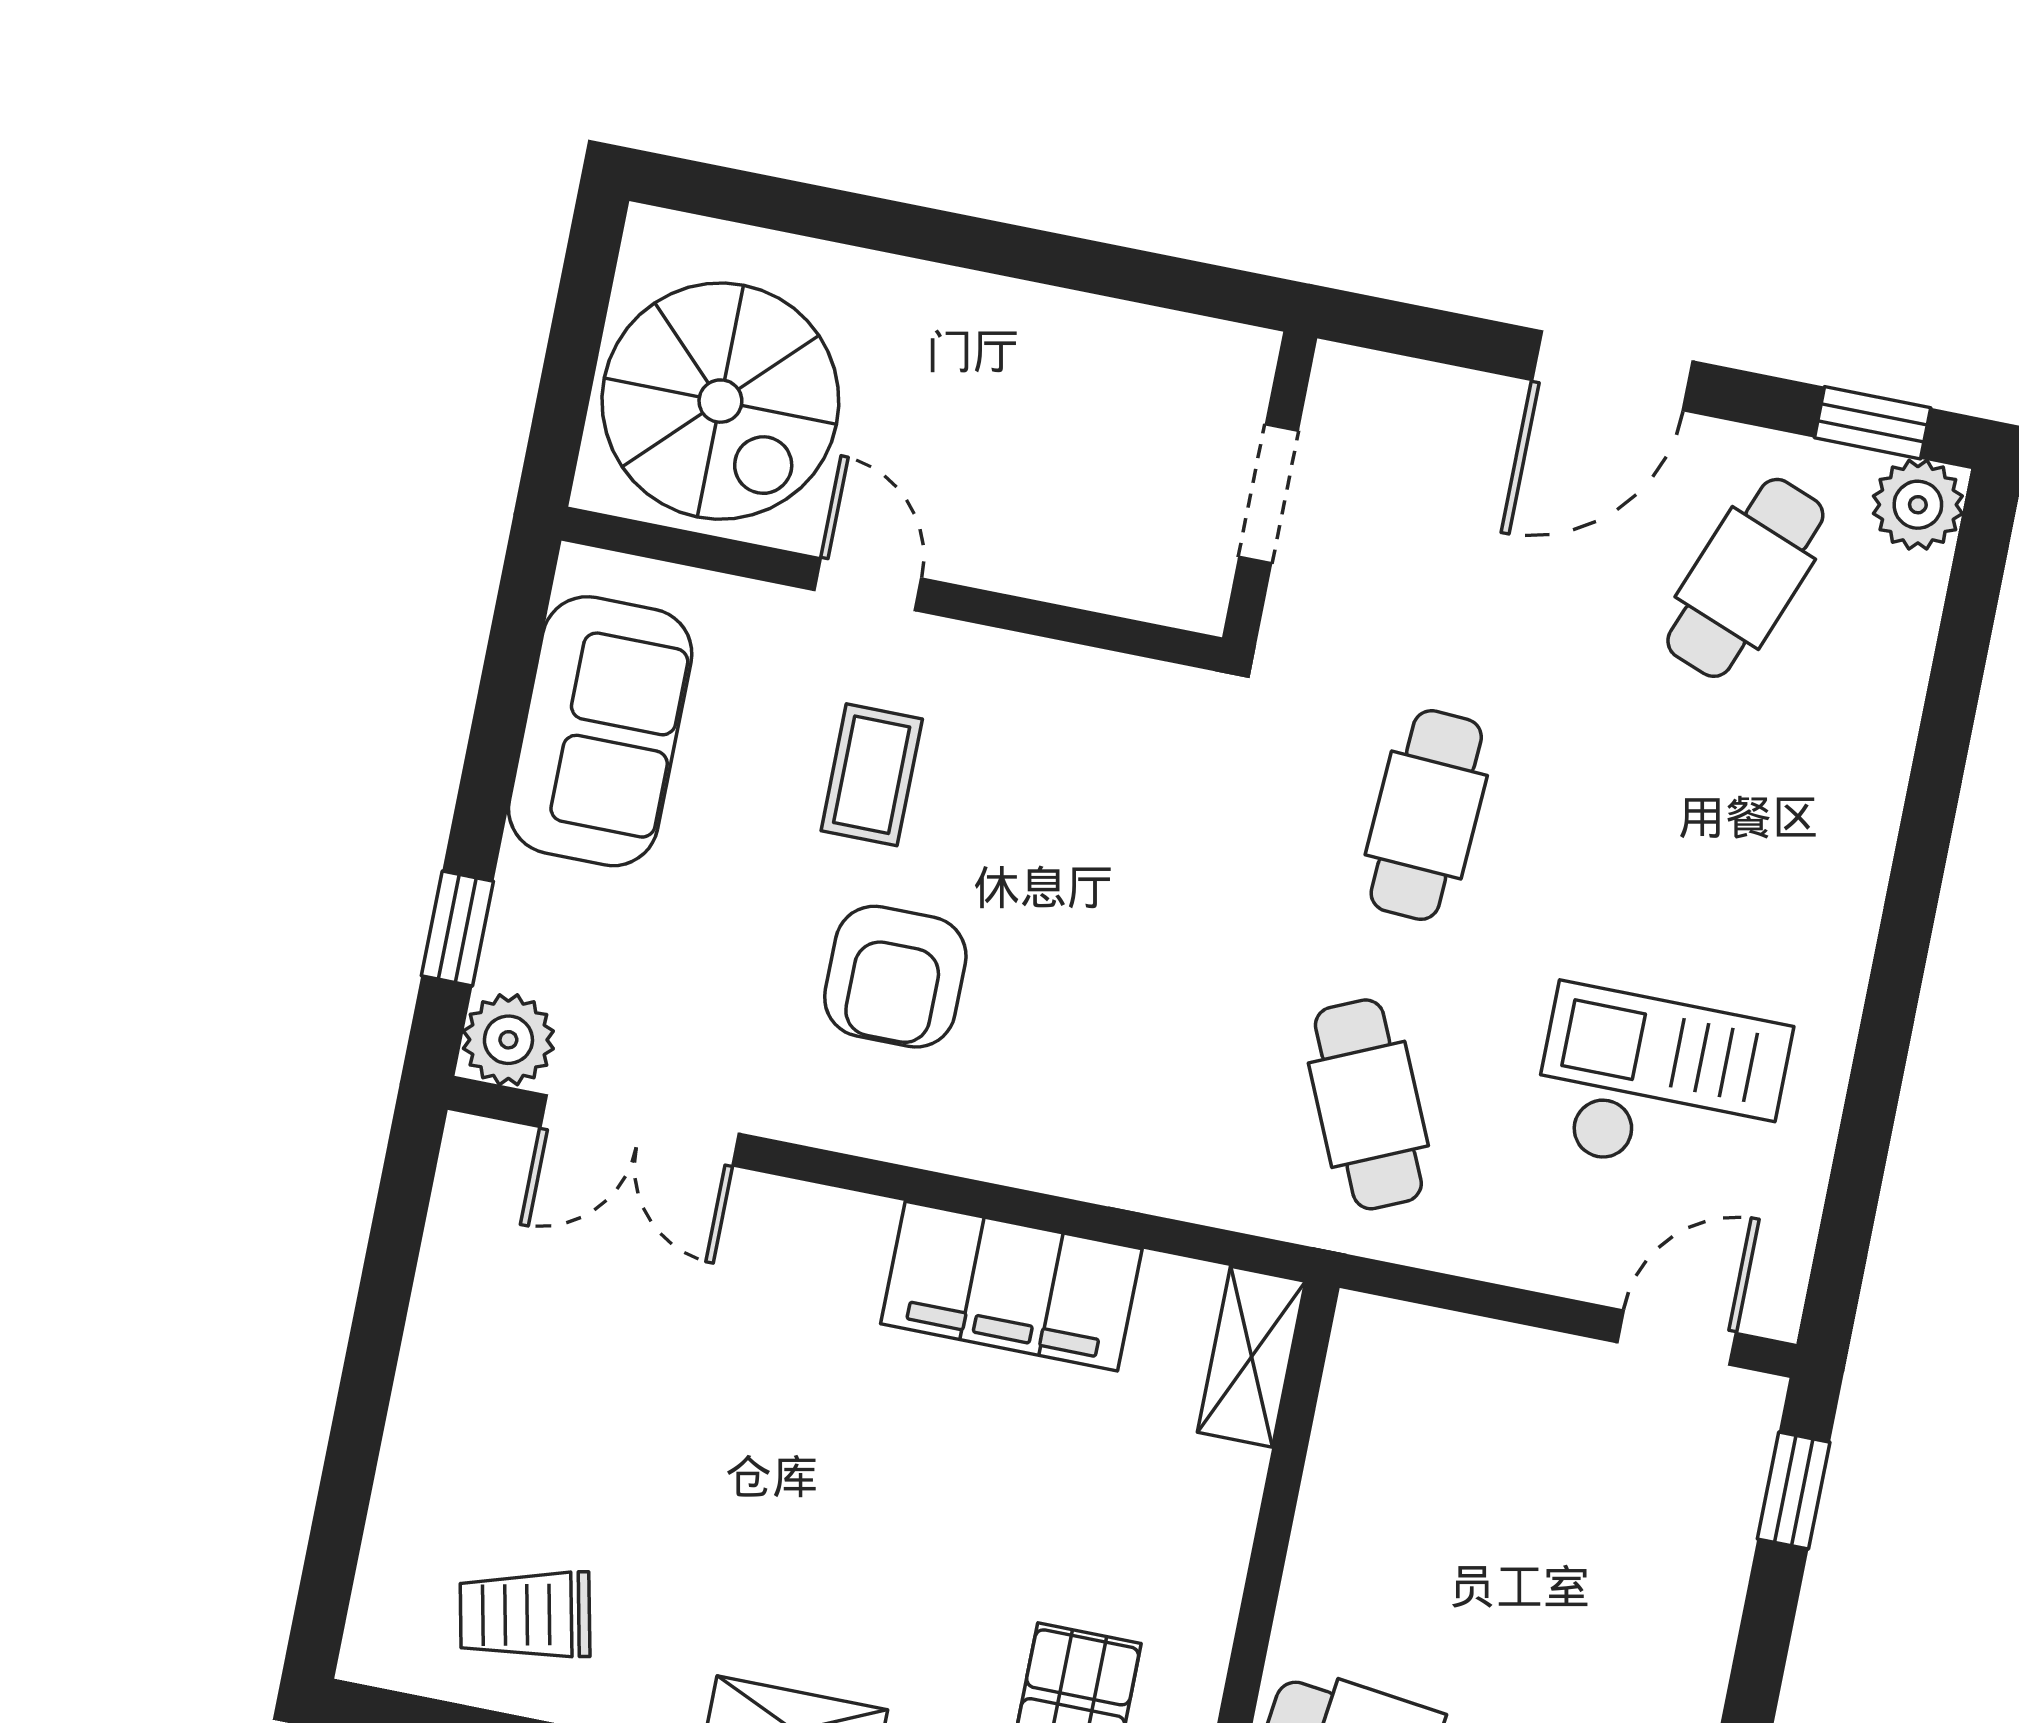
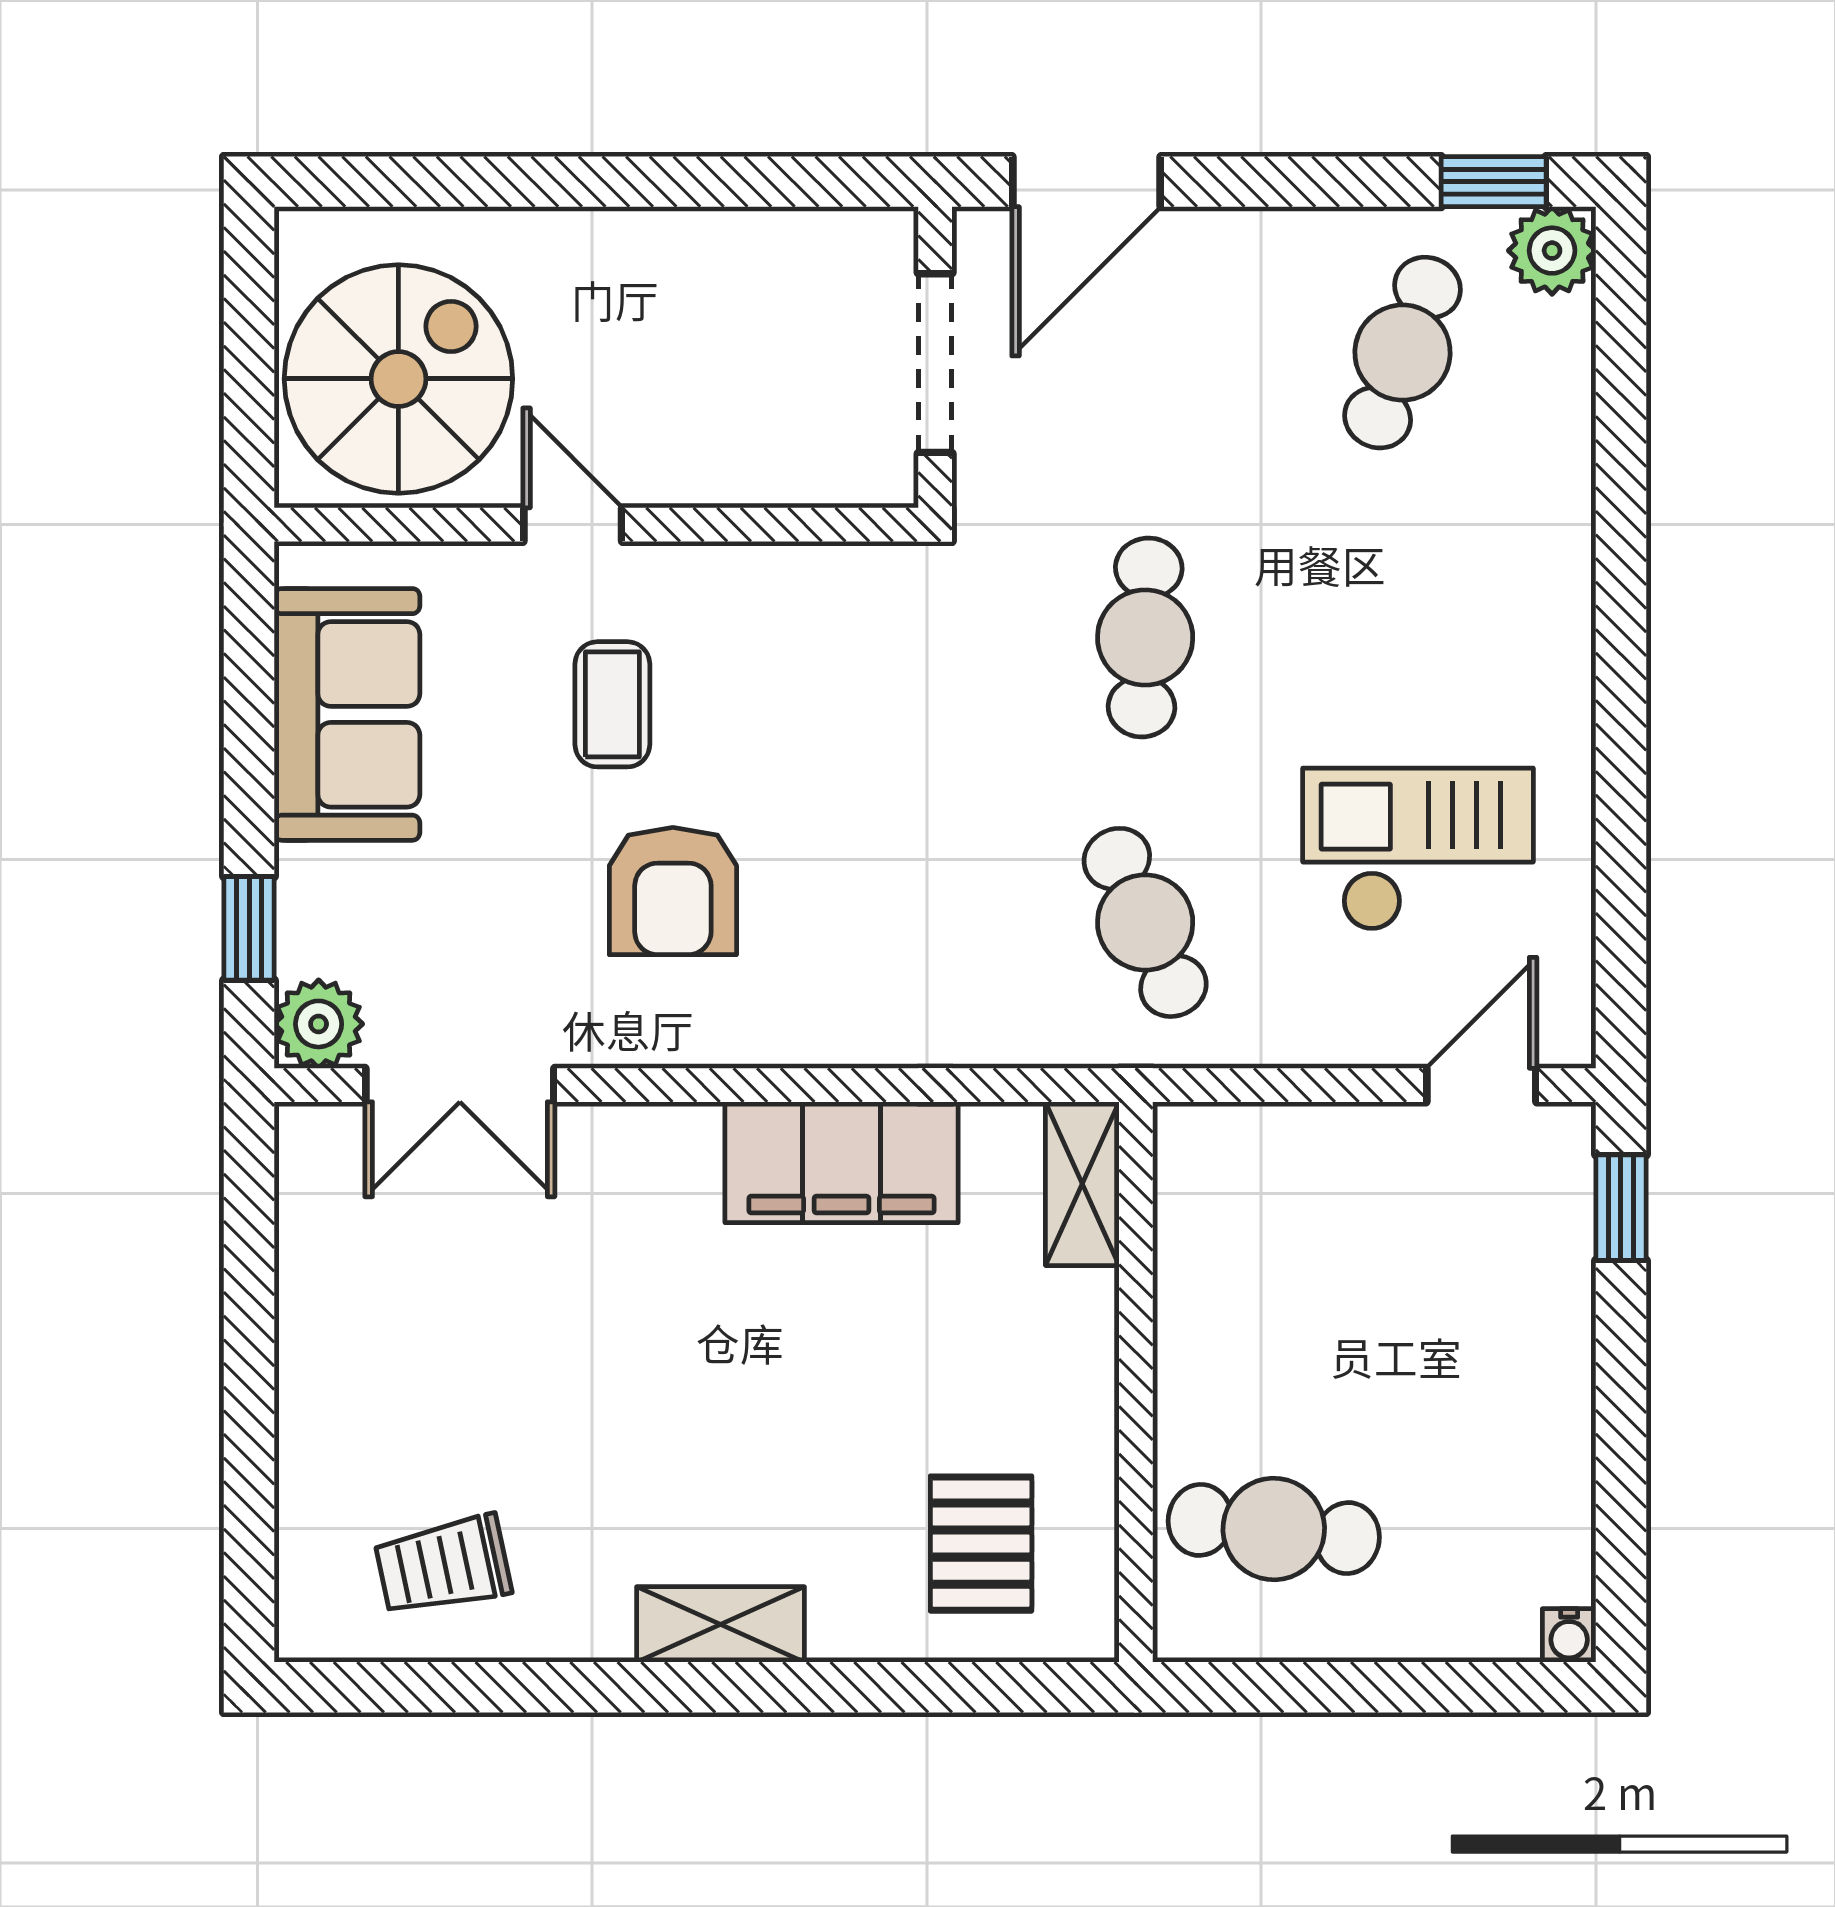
door: (1612, 371) -> (1086, 182), moved
spiral stairs: (720, 401) -> (398, 379), turned -90
doorway: (1269, 494) -> (935, 363), width x1.38

